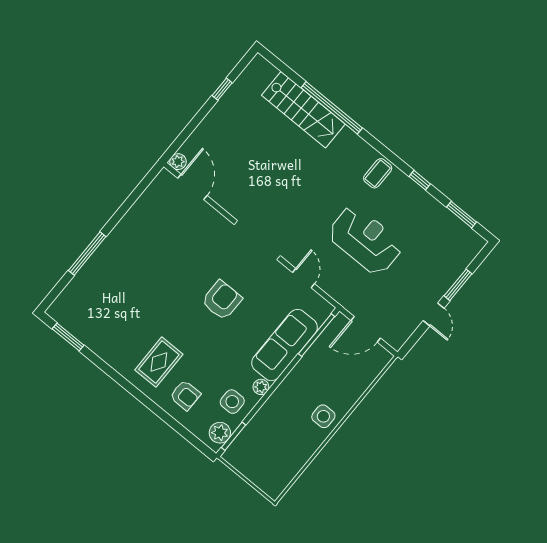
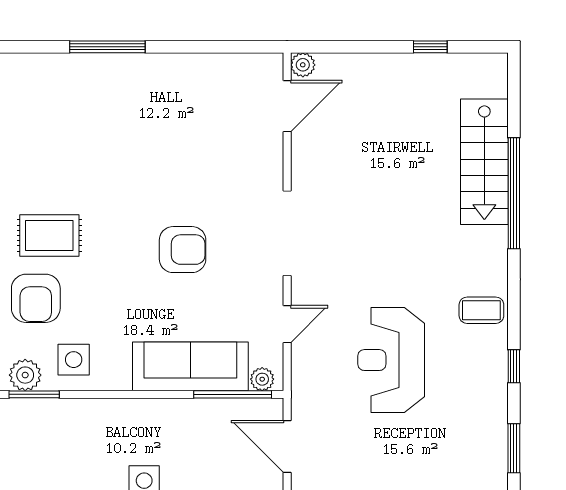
reception desk: (365, 240) -> (391, 360), turned 180
plant: (261, 387) -> (262, 379), moved
armchair: (185, 395) -> (36, 298), width x1.38, depth x1.38

